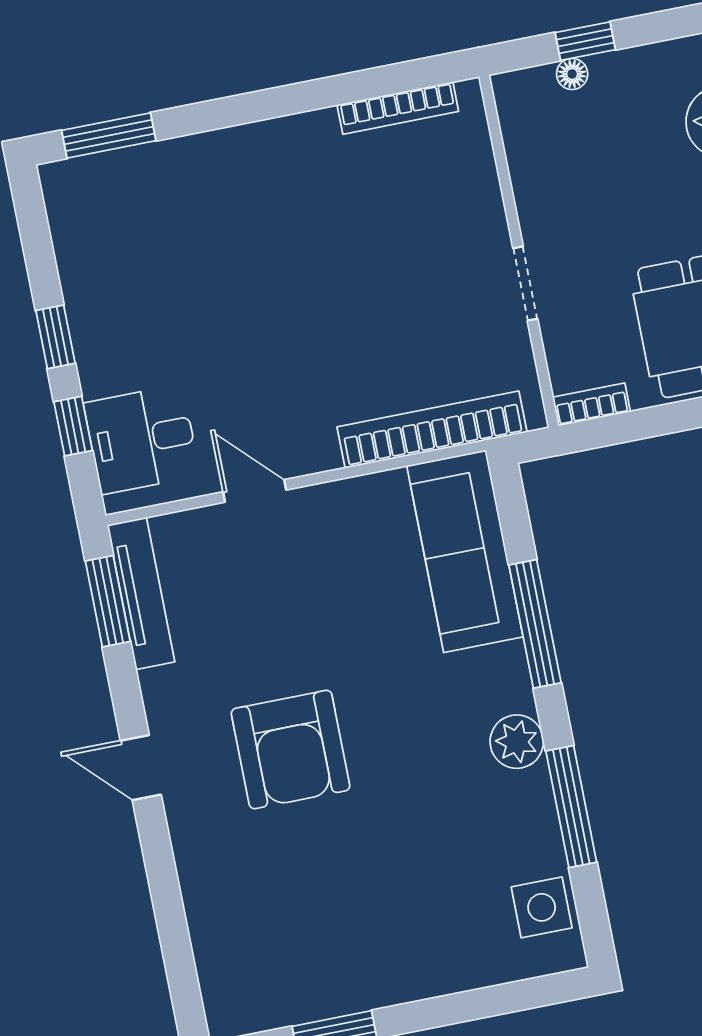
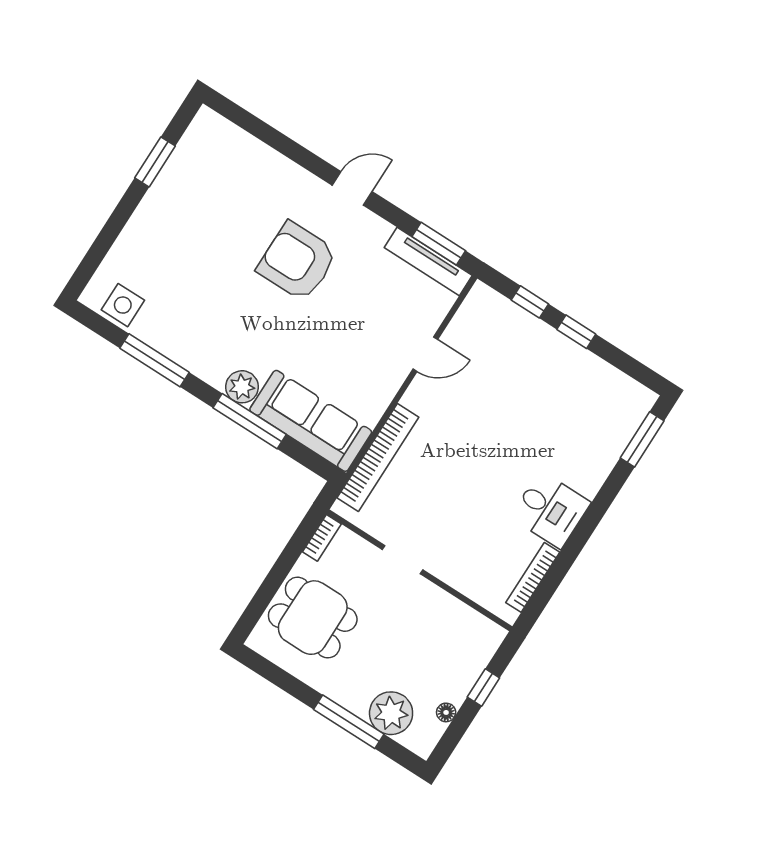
floor lamp: (572, 74) -> (446, 712), moved
desk: (142, 439) -> (550, 510), moved, turned 90
plant: (517, 742) -> (242, 387), moved

